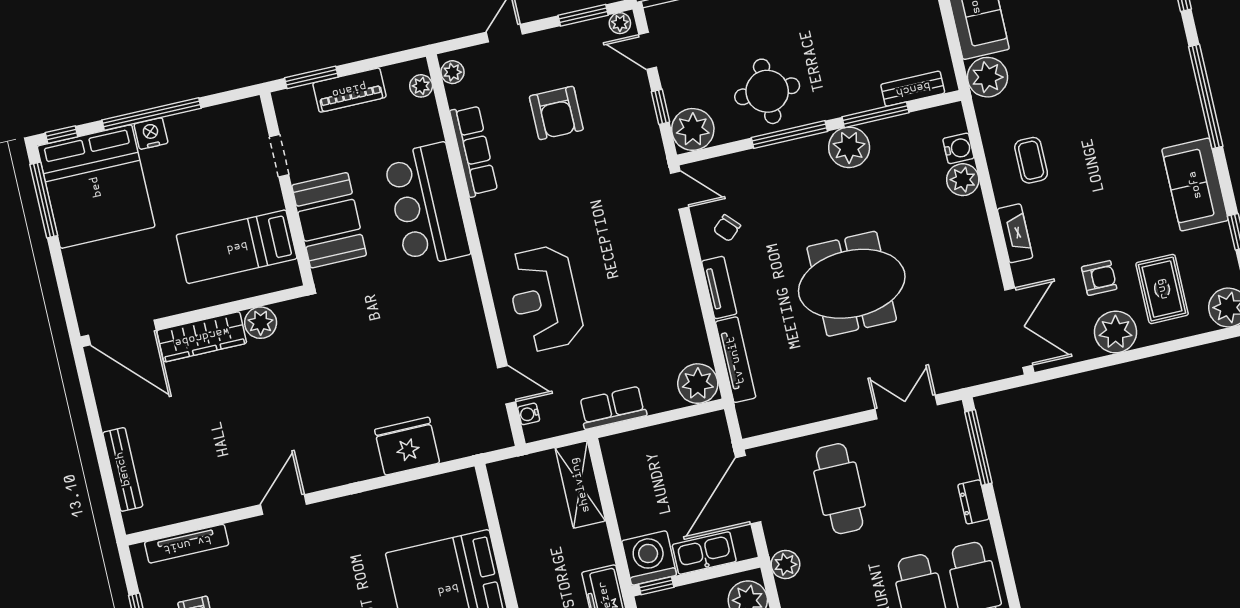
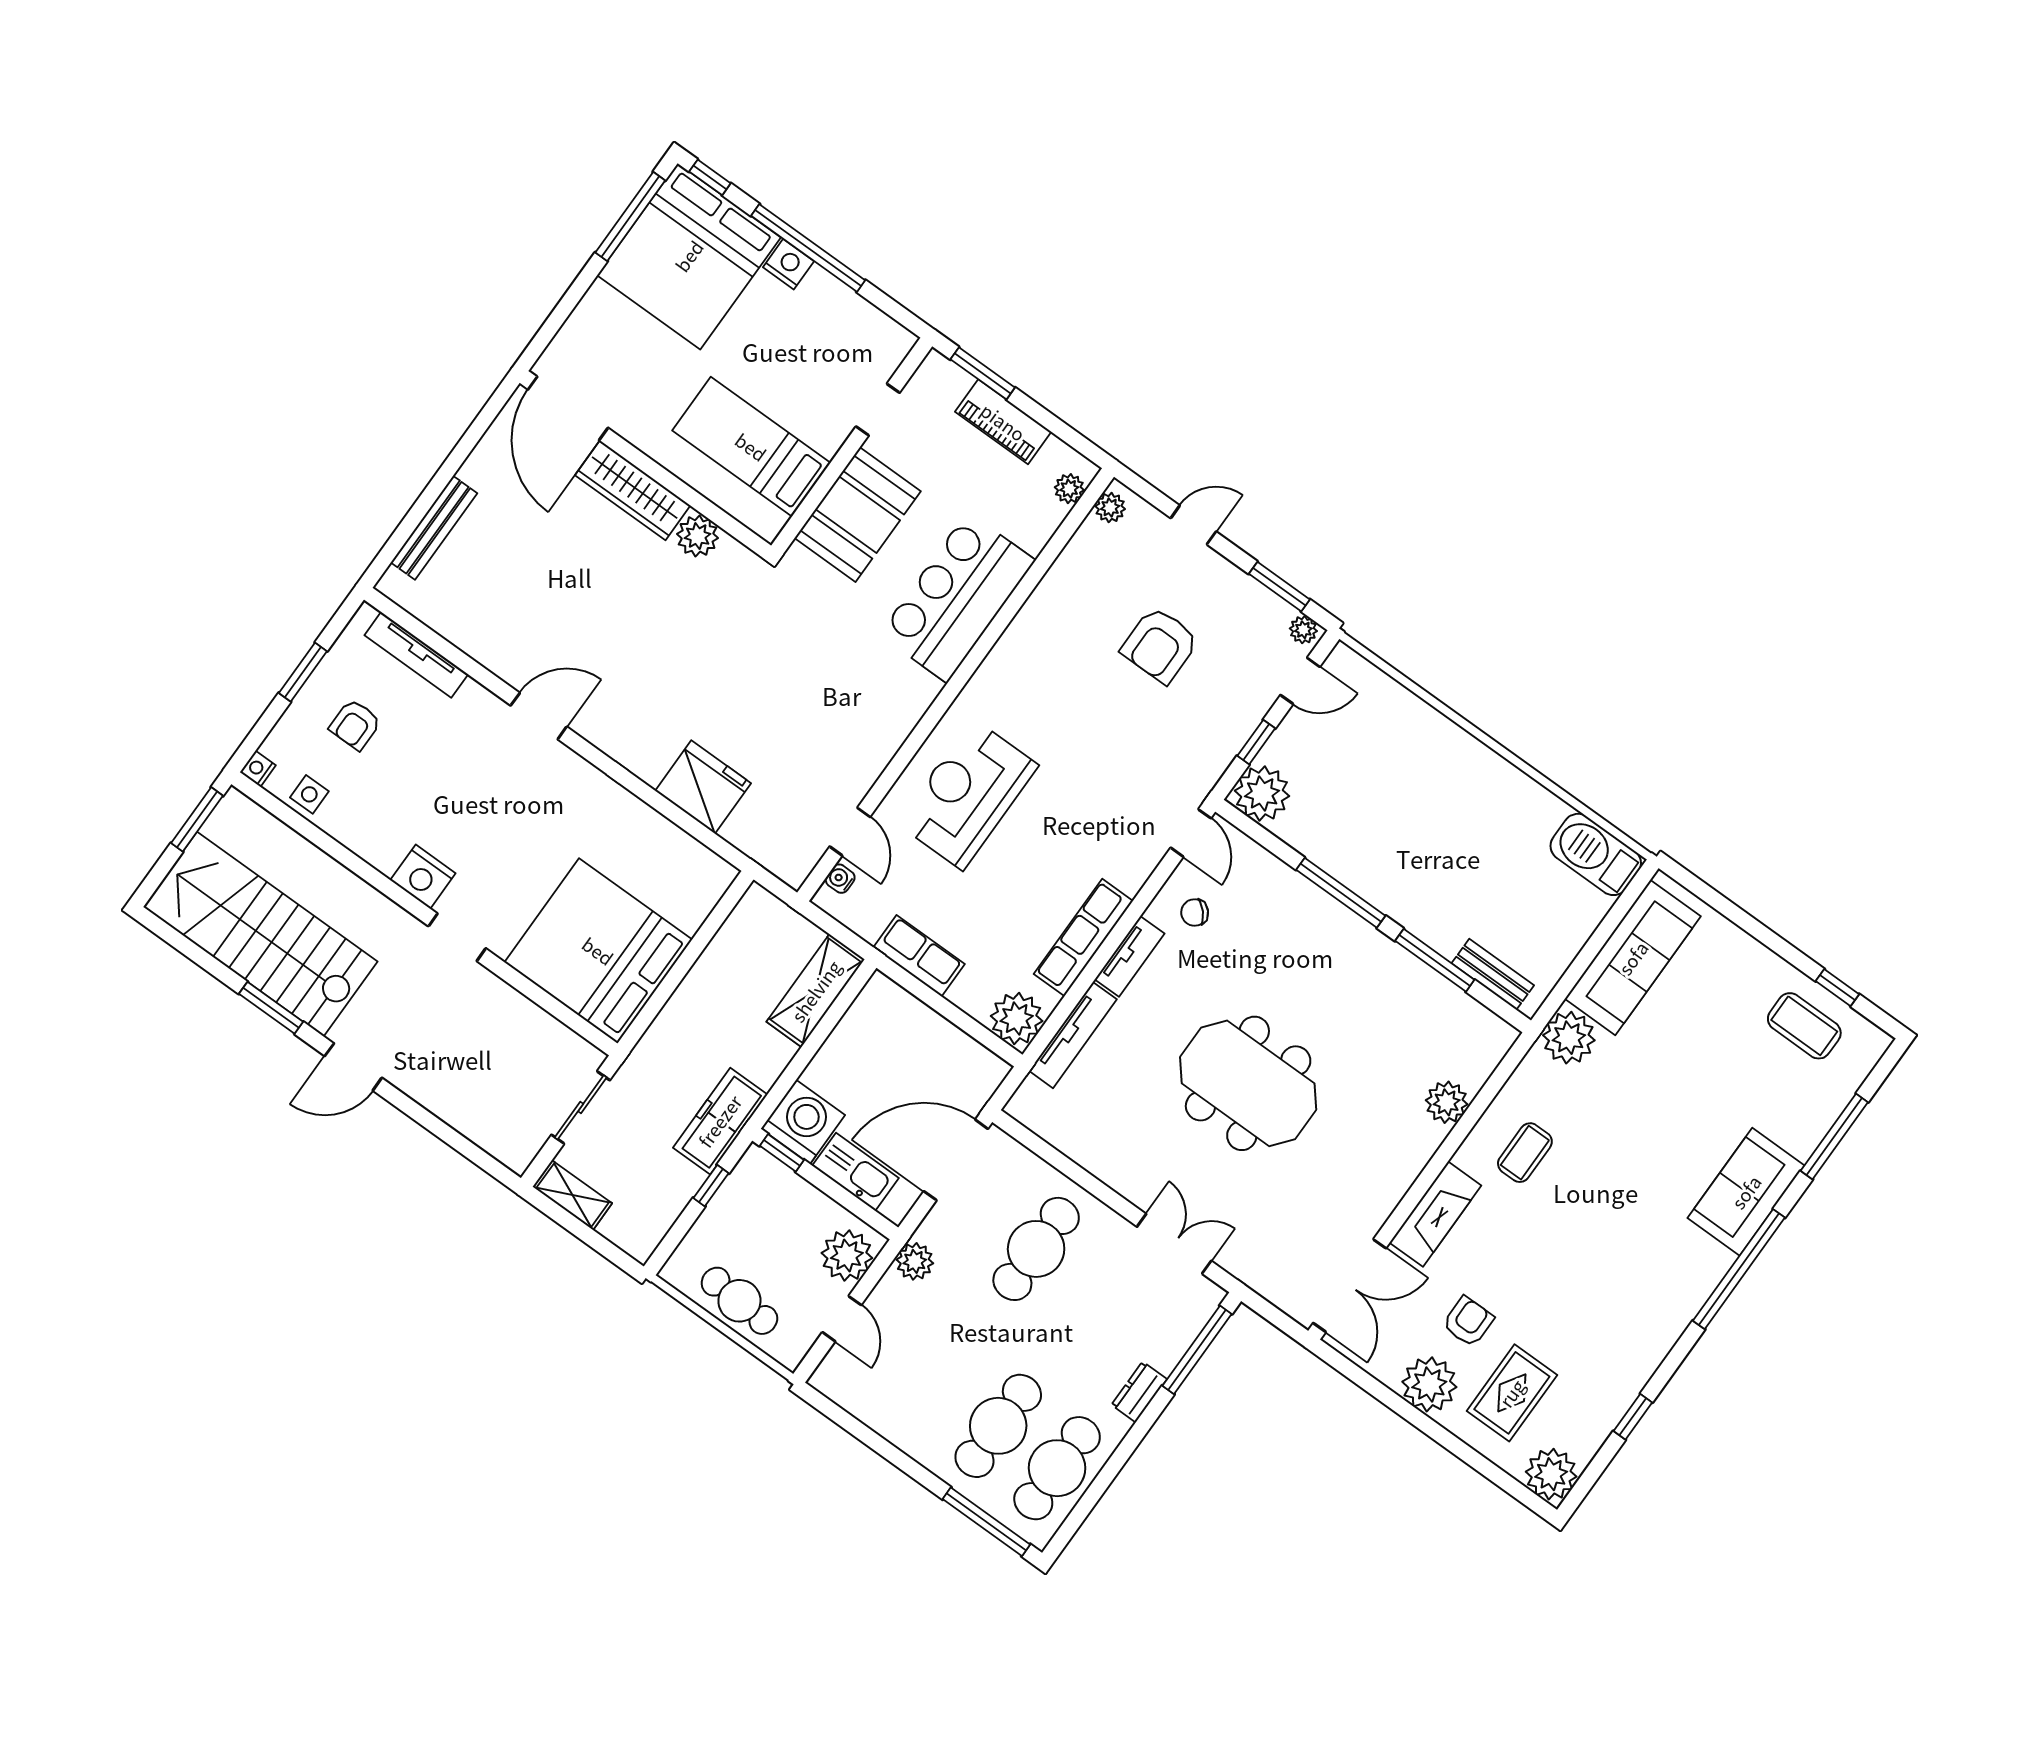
door: (648, 51) -> (1300, 681), swing flipped
round table: (767, 91) -> (1364, 833), removed
plant: (849, 147) -> (1380, 963), removed
water cooler: (958, 148) -> (1474, 1071), removed
row of seats: (474, 151) -> (1083, 938), moved, turned 180
sofa: (1195, 185) -> (1746, 1192), moved
fireplace: (1015, 233) -> (1435, 1214), width x1.37, depth x1.32
armchair: (1099, 278) -> (1468, 1322), turned -90

